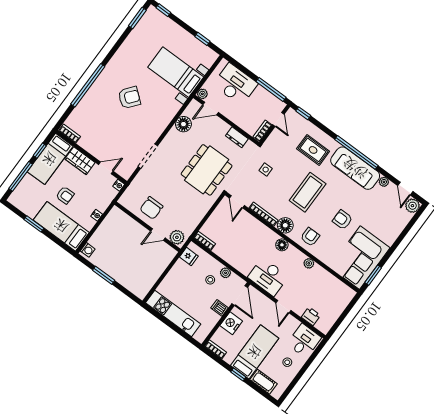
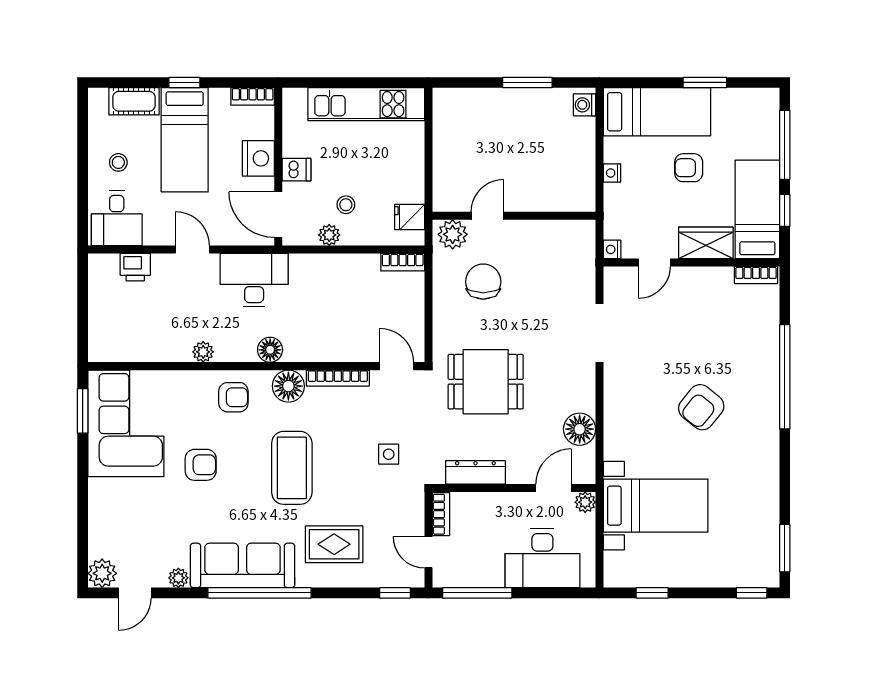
dresser: (237, 137) -> (475, 472), width x1.44
dining table: (207, 170) -> (486, 382), width x0.73
door: (405, 189) -> (135, 593), swing flipped
chair: (151, 208) -> (483, 282), moved
armchair: (310, 237) -> (233, 397), turned -90

